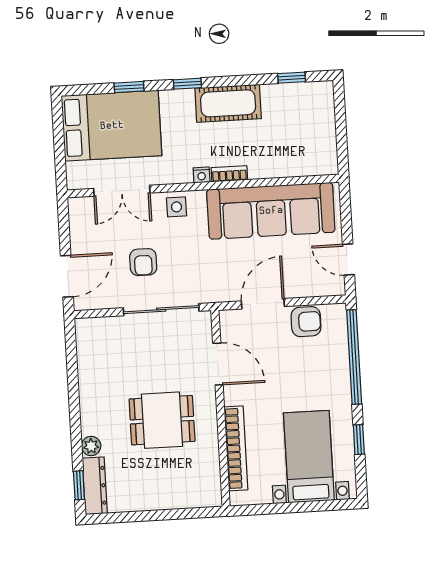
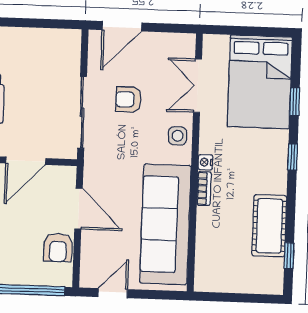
cot: (228, 103) -> (269, 226), moved
door: (67, 276) -> (122, 26), hinge flipped

